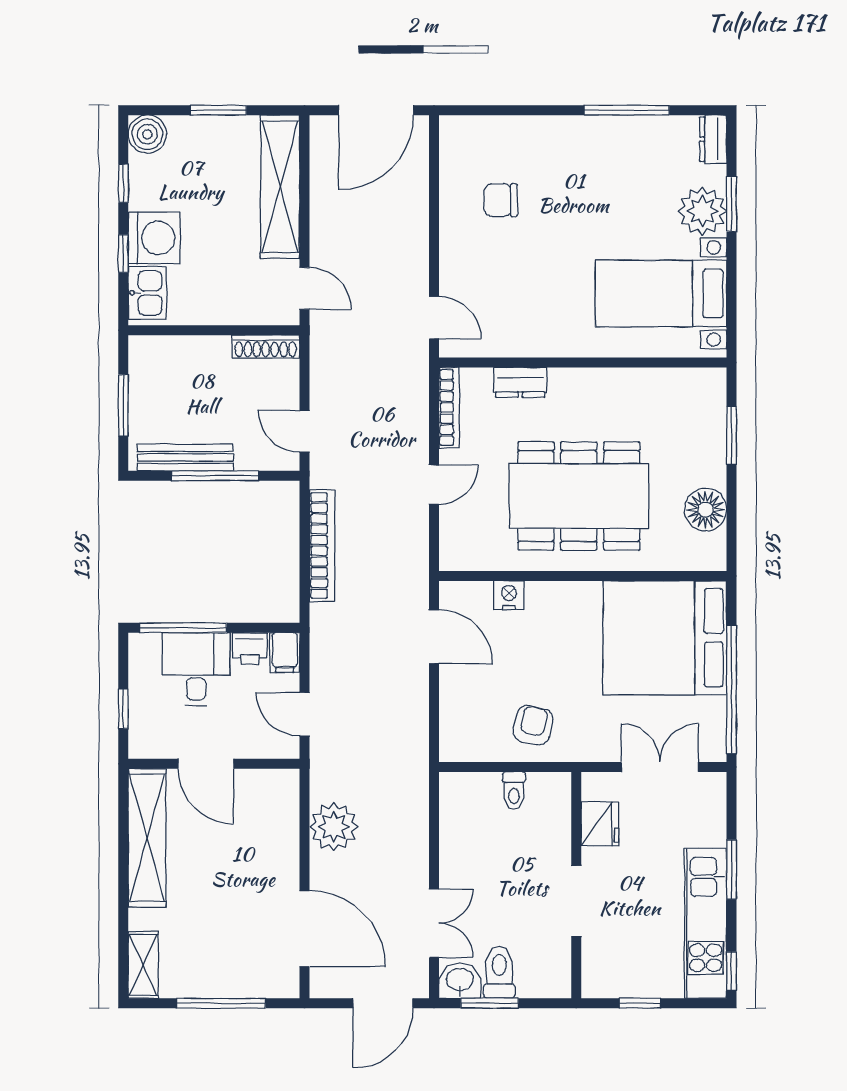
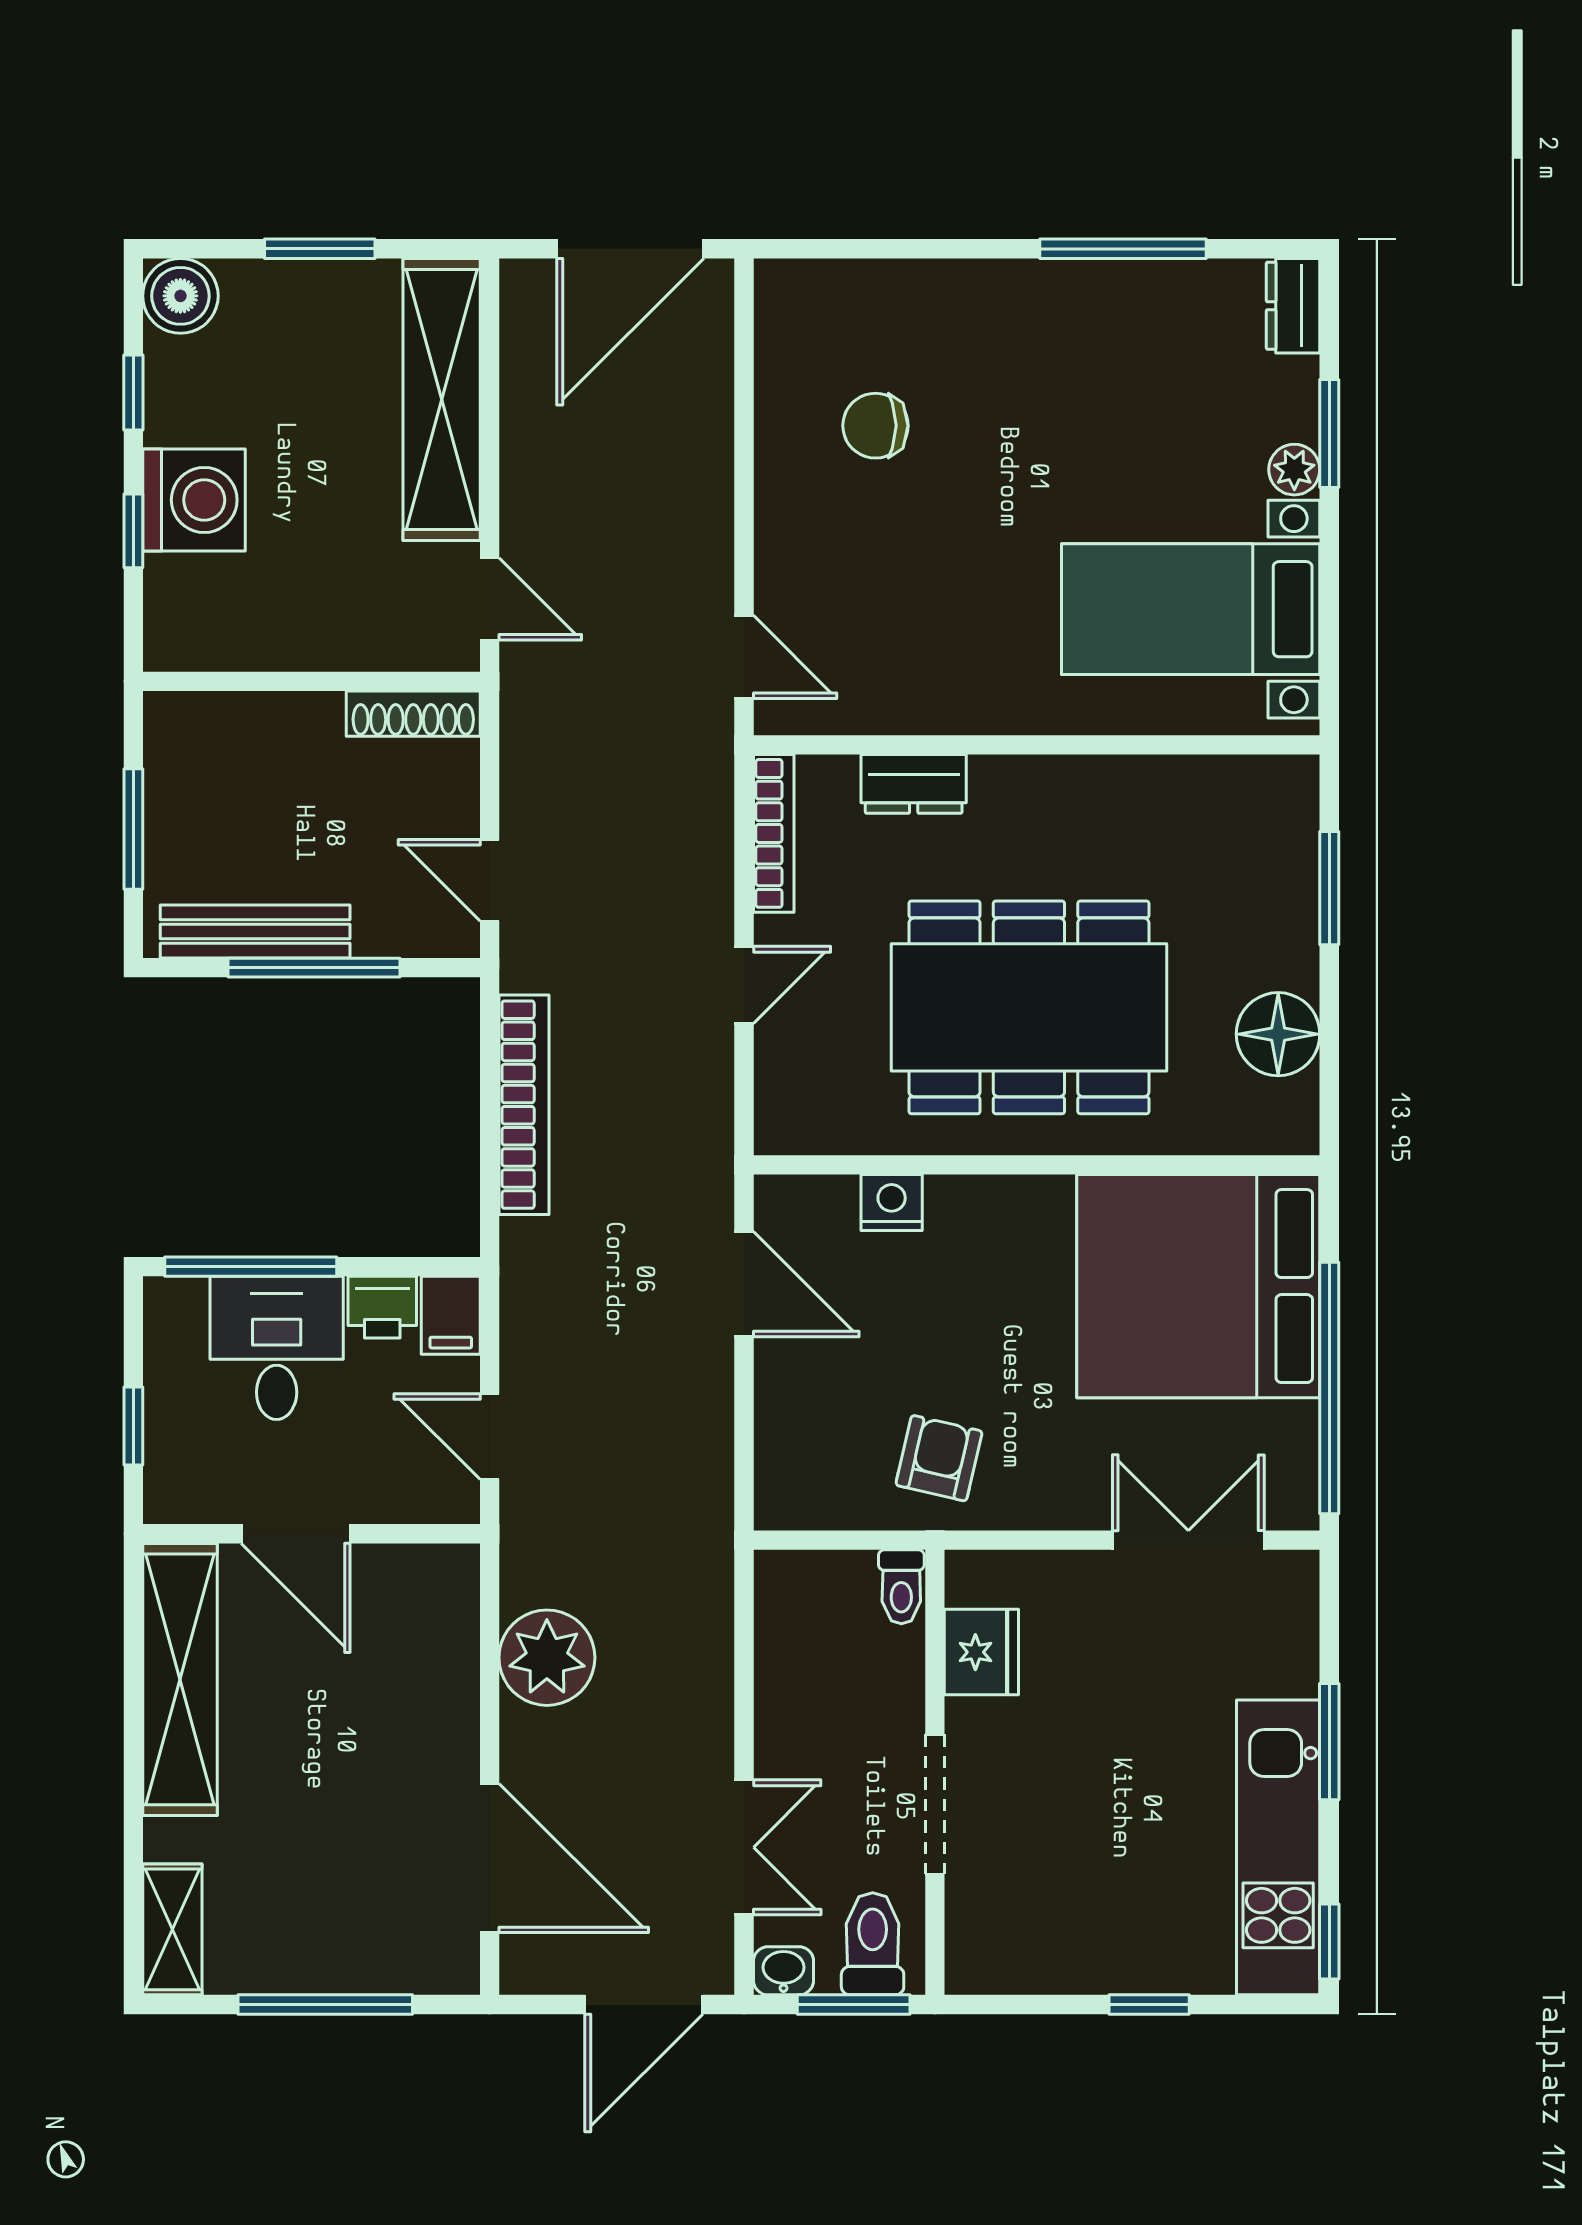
plant: (702, 211) -> (1294, 470), width x0.53, depth x0.53
kitchen sink: (147, 293) -> (180, 608), removed
fridge: (600, 824) -> (981, 1652), moved
wall: (576, 885) -> (935, 1772), moved
doorway: (576, 901) -> (935, 1804), moved
washbasin: (460, 980) -> (784, 1971), width x0.72, depth x0.69

